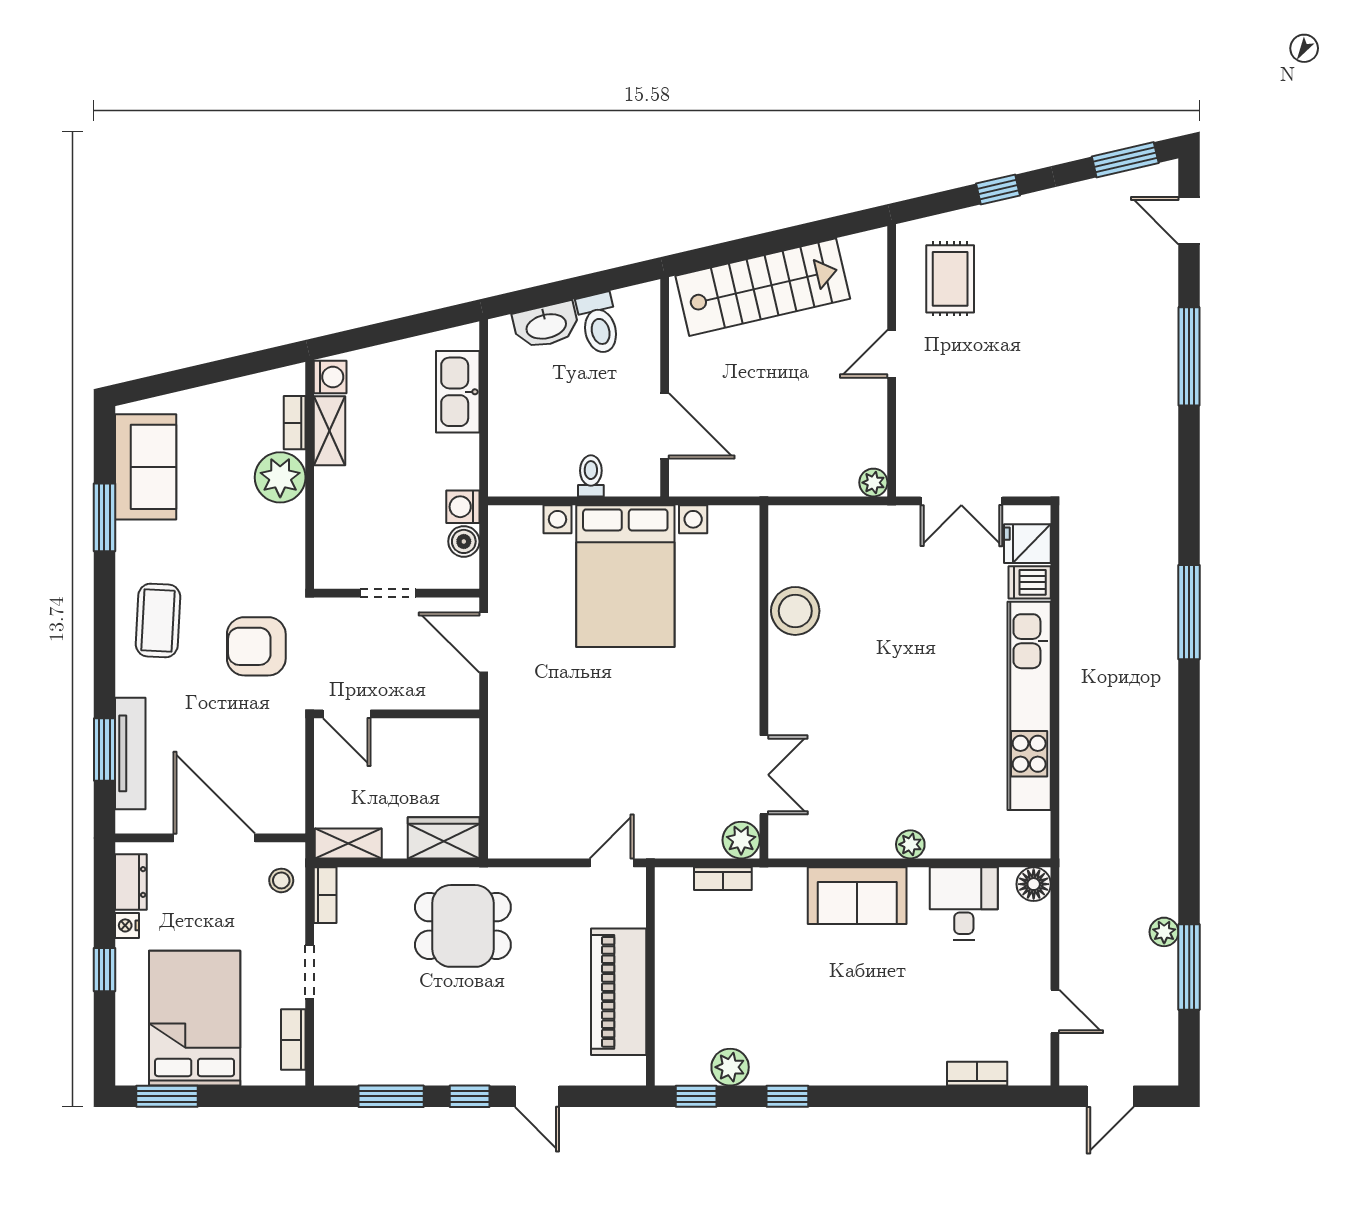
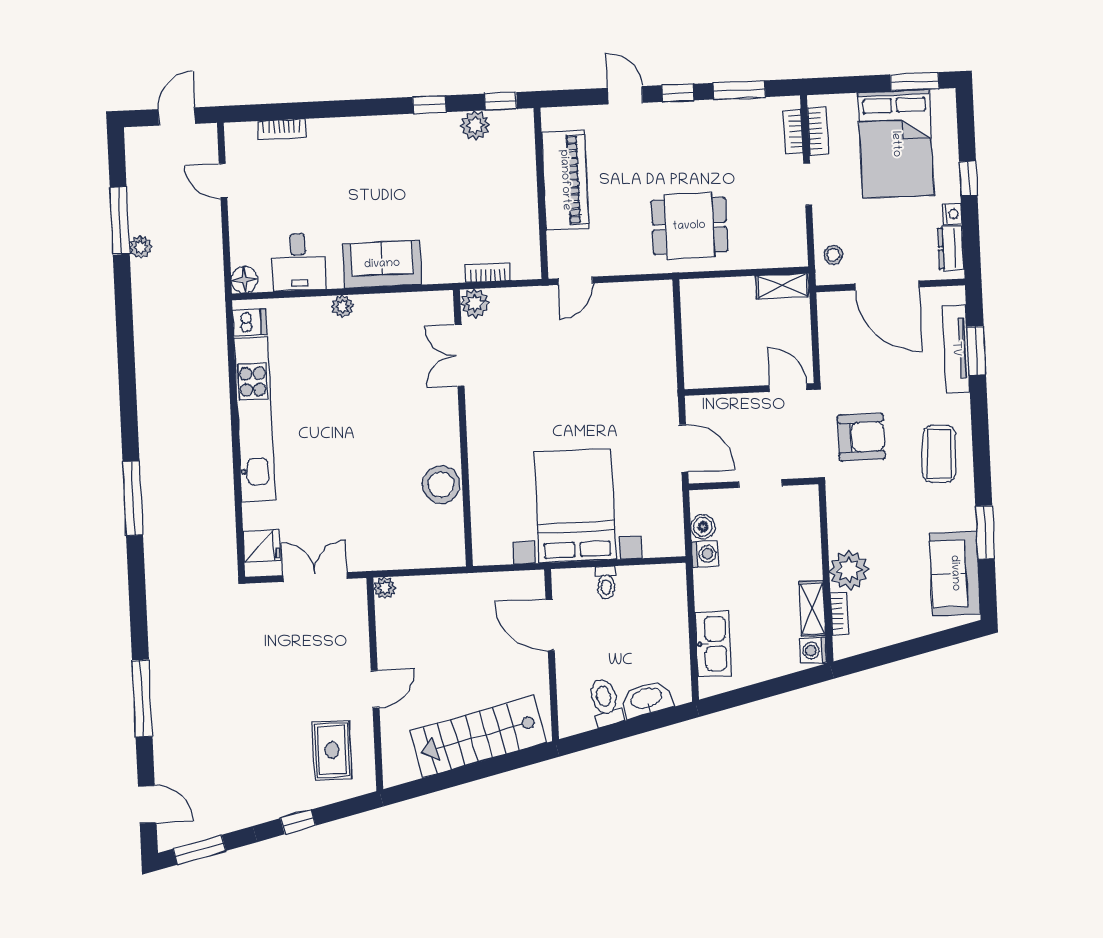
dishwasher: (1030, 582) -> (250, 323), moved
wardrobe: (444, 838) -> (708, 294), removed
bookcase: (325, 895) -> (793, 132), moved

